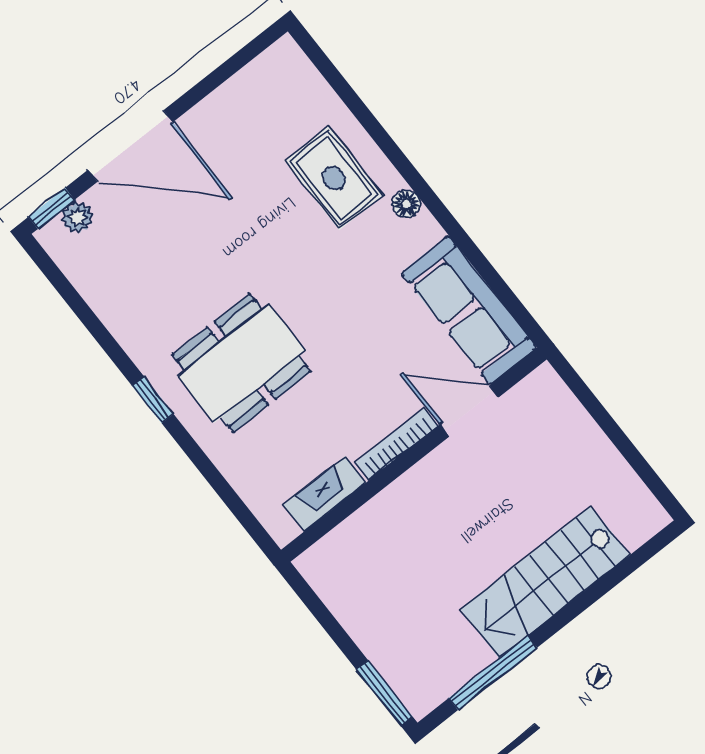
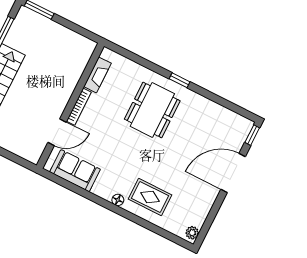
plant: (78, 217) -> (192, 233), moved
sofa: (469, 310) -> (75, 171), width x0.73

